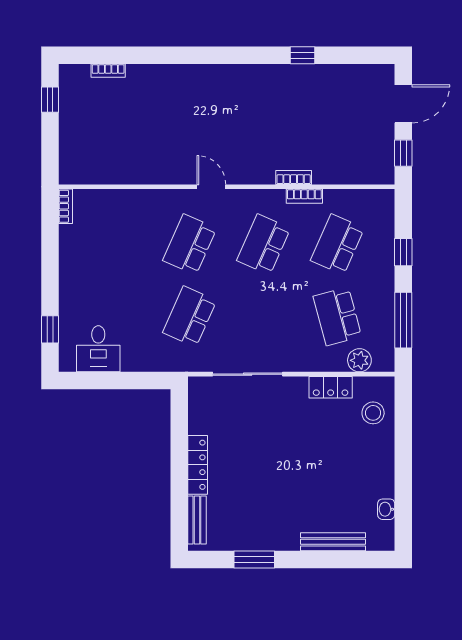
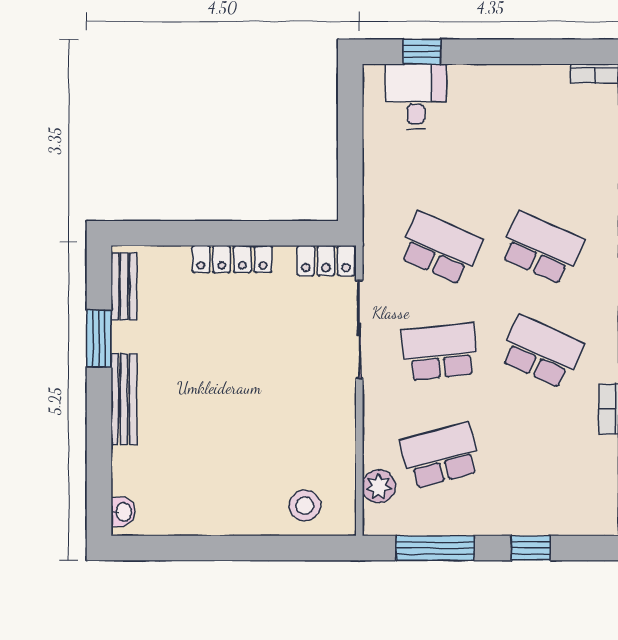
school desk: (337, 244) -> (440, 352), moved, turned -30
desk: (98, 349) -> (416, 96), moved, turned 90
locker: (331, 387) -> (326, 261), moved, turned -90
washbasin: (386, 509) -> (123, 512), moved, turned 90
bench: (197, 520) -> (124, 286), moved, turned 90
bench: (333, 542) -> (124, 399), moved

